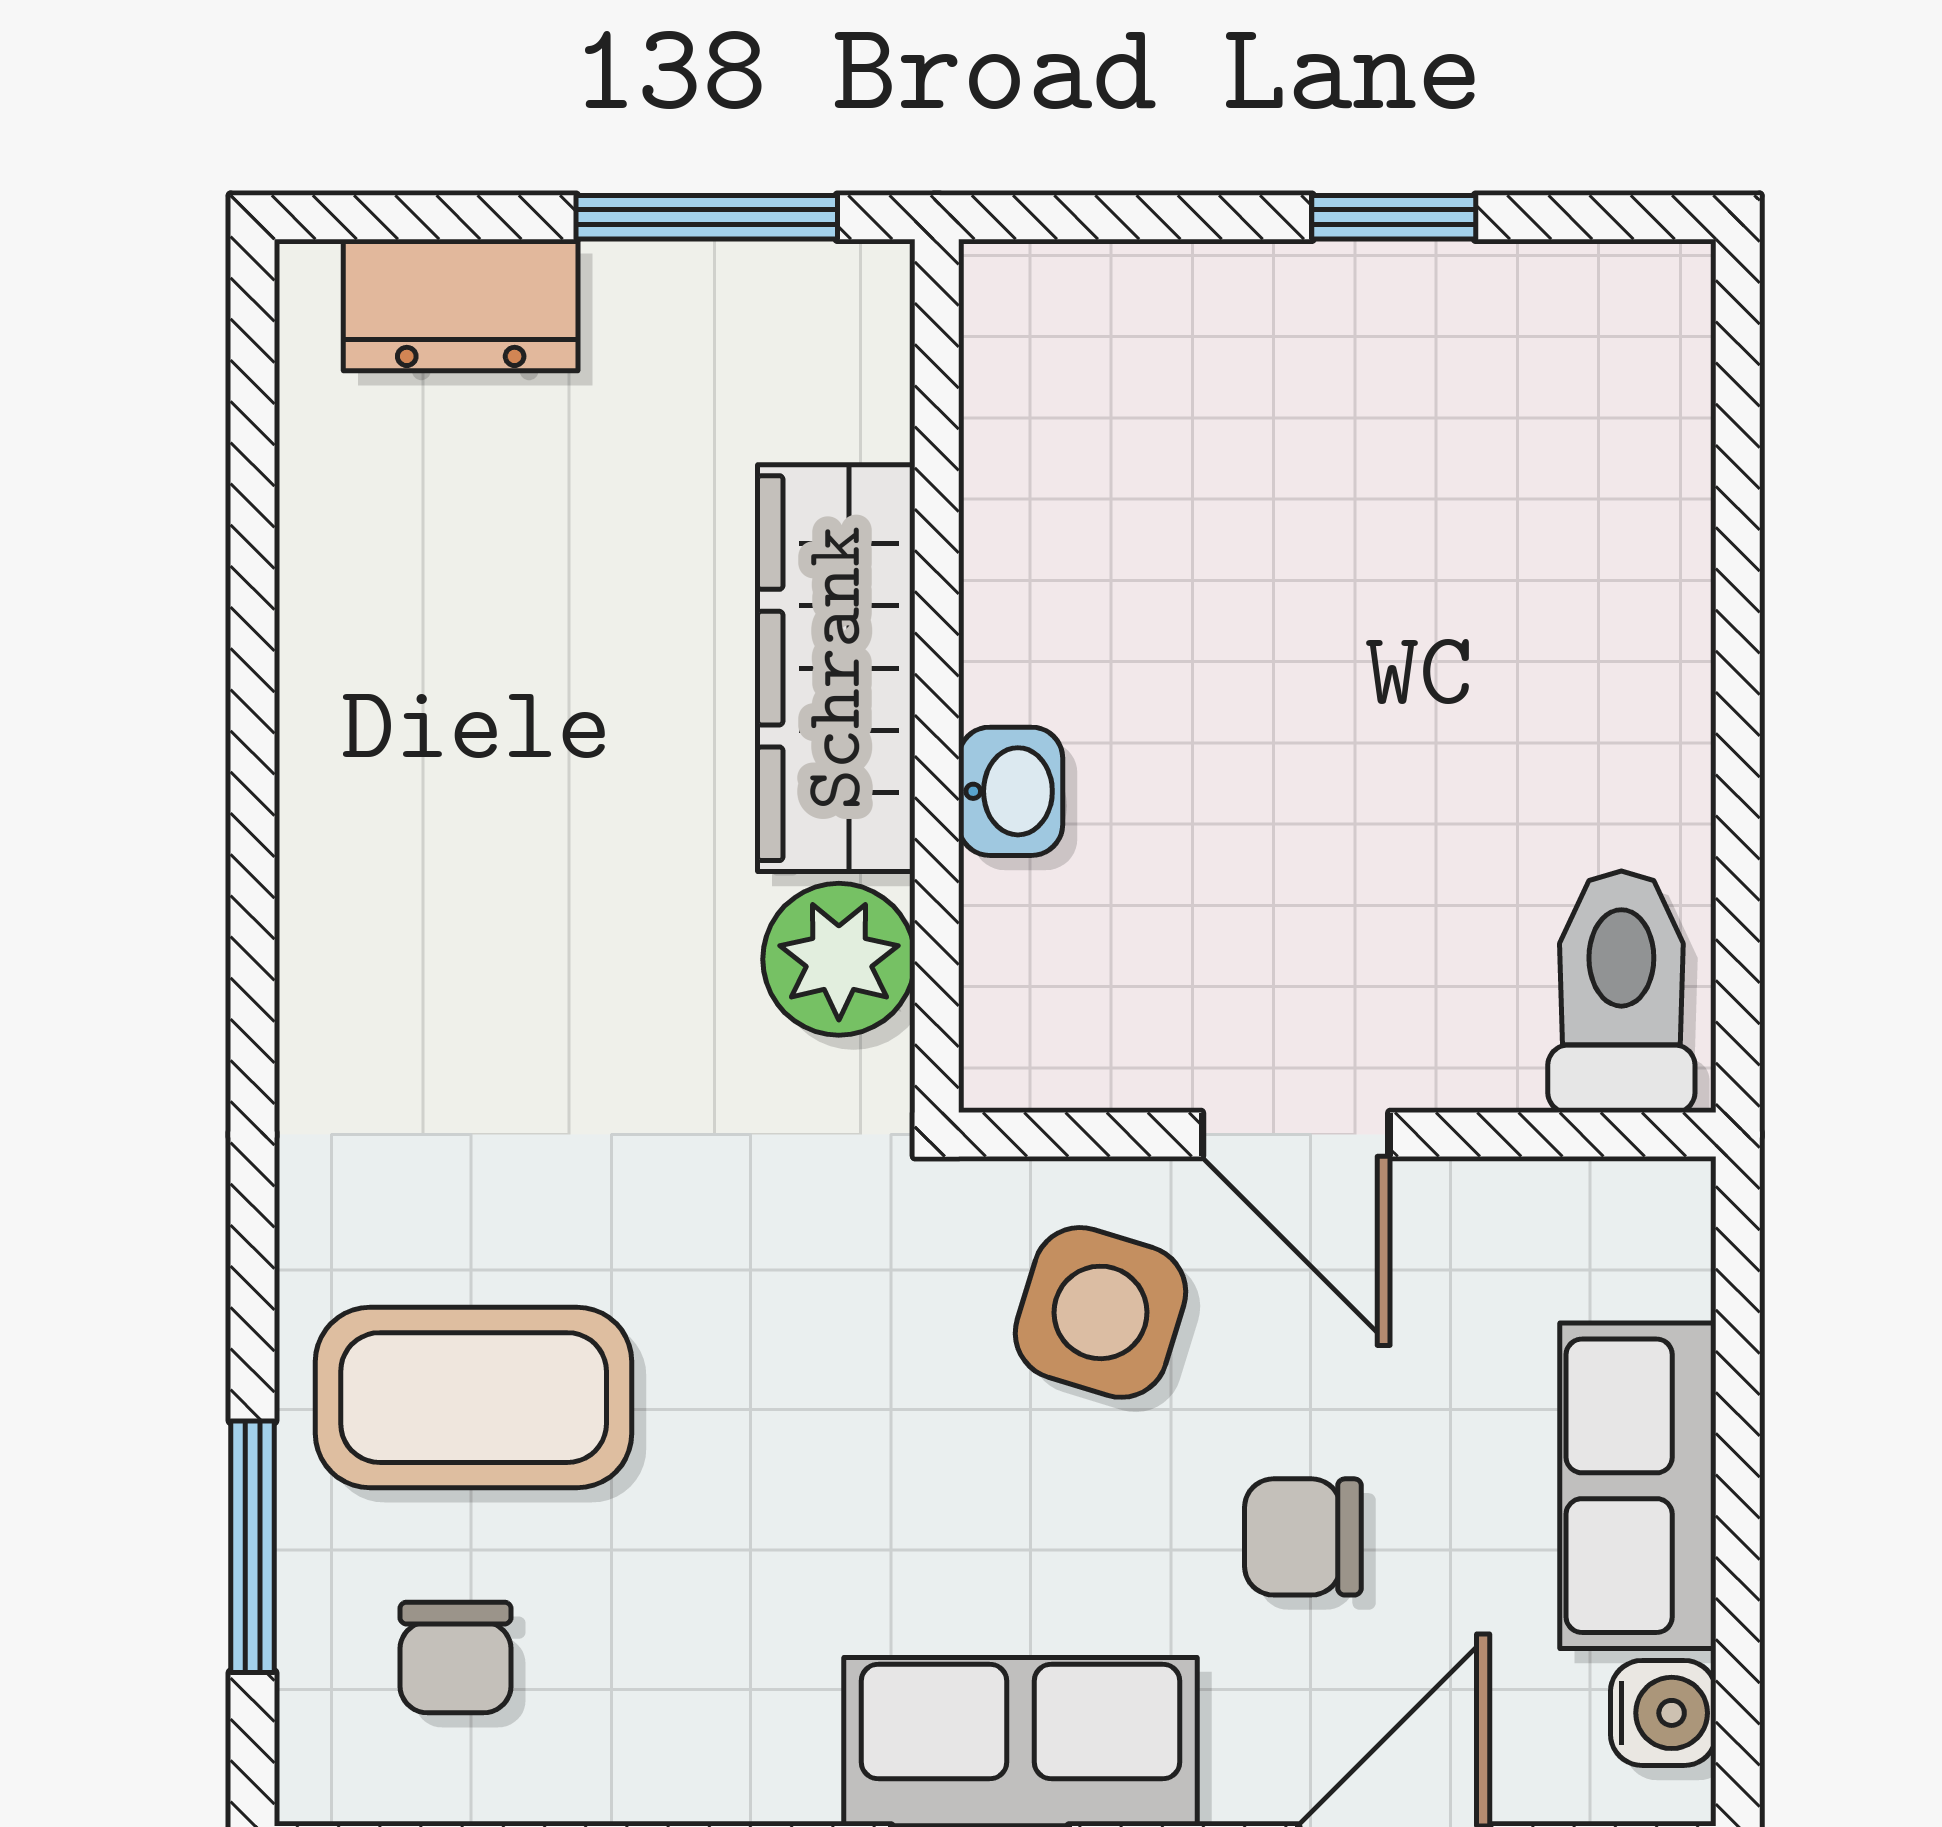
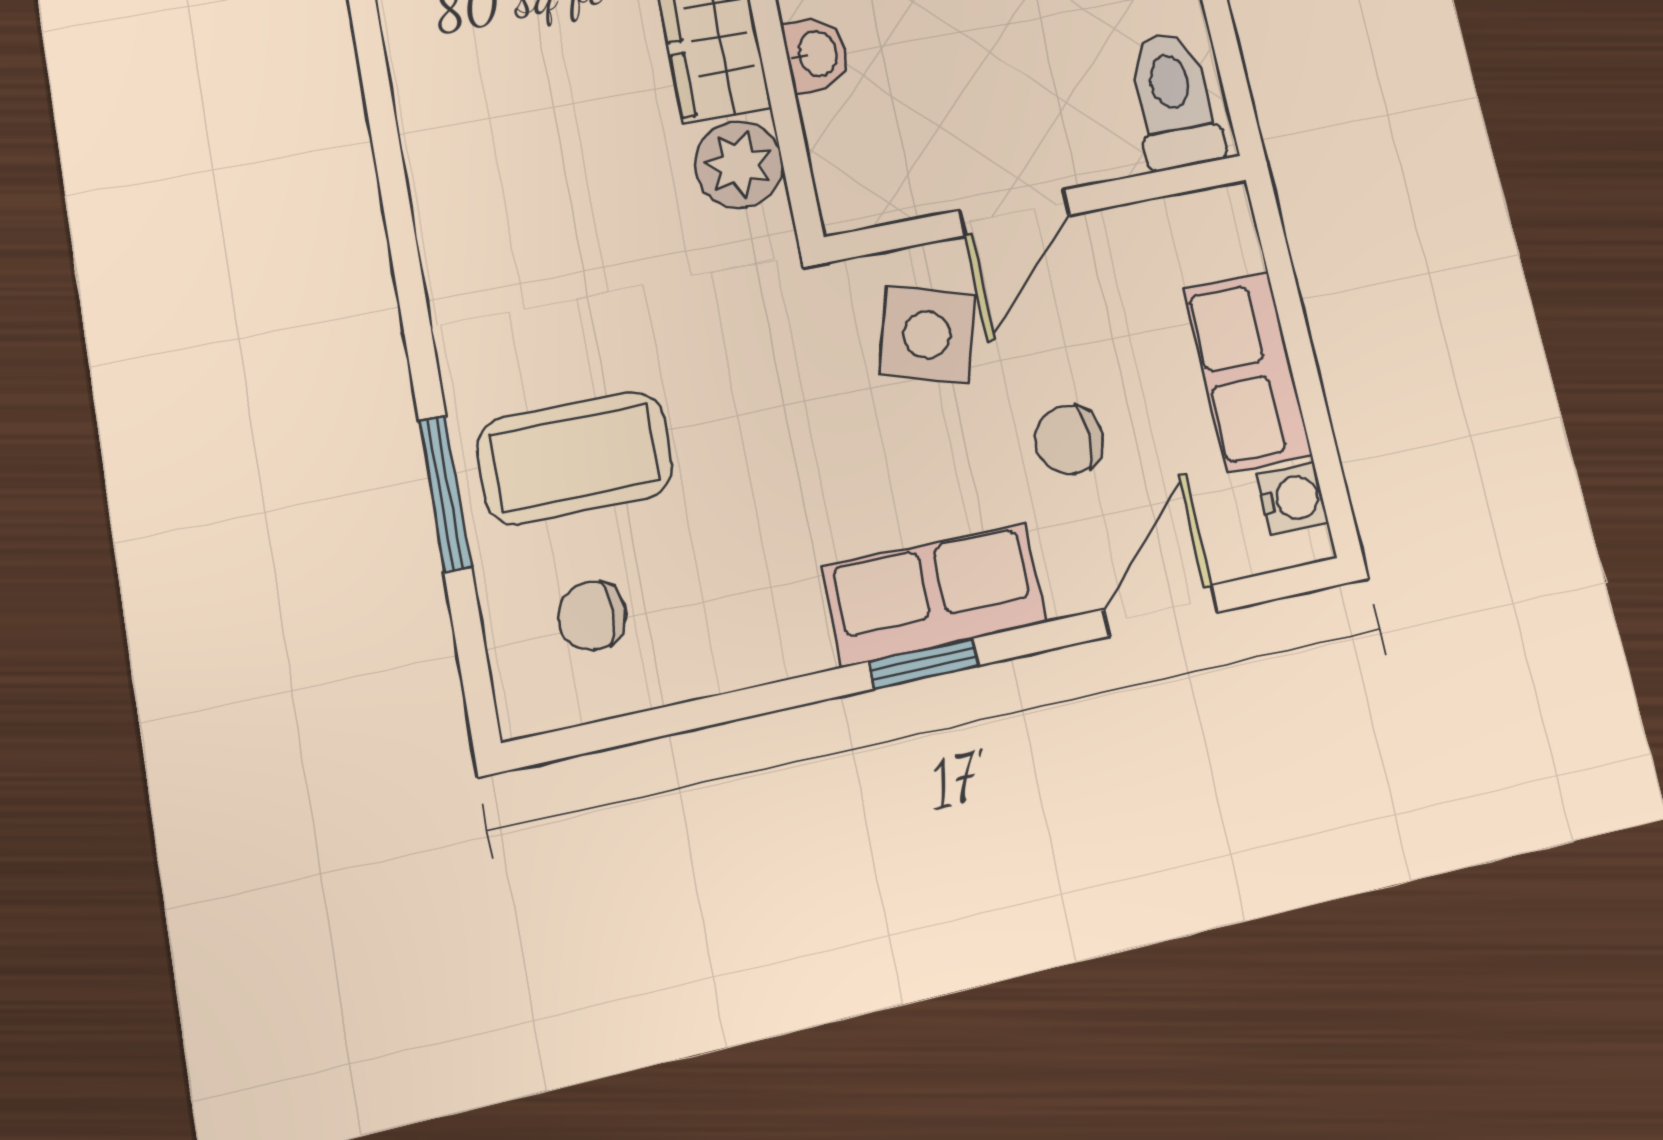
door: (1296, 1135) -> (1014, 213), hinge flipped
window: (252, 1547) -> (445, 493), moved
chair: (455, 1657) -> (592, 616), turned 90

